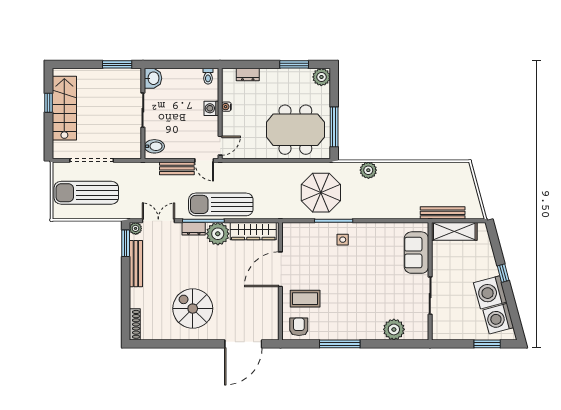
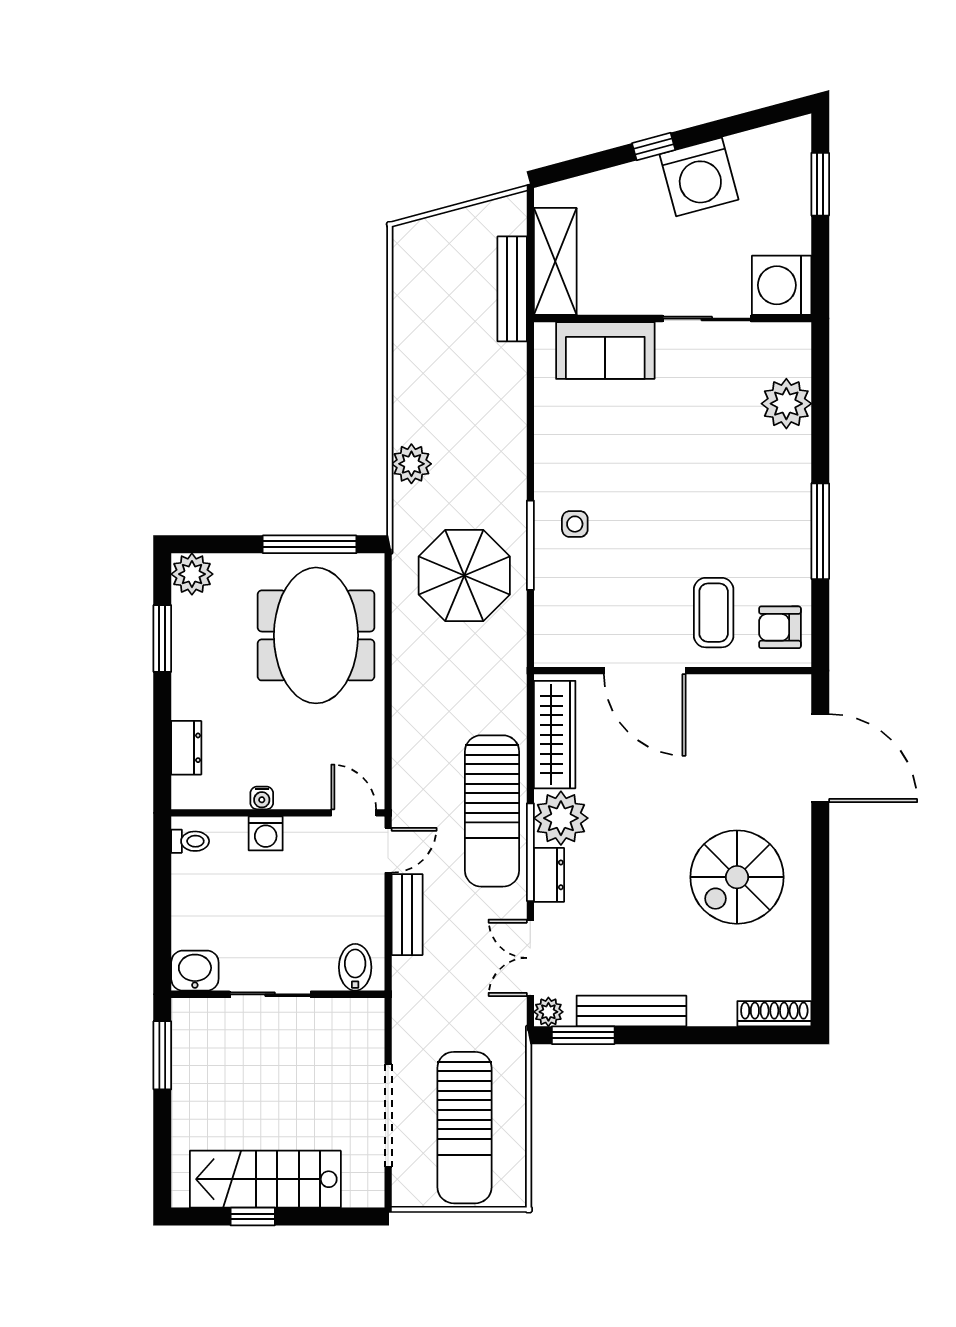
washing machine: (498, 319) -> (782, 285), moved, turned 105

